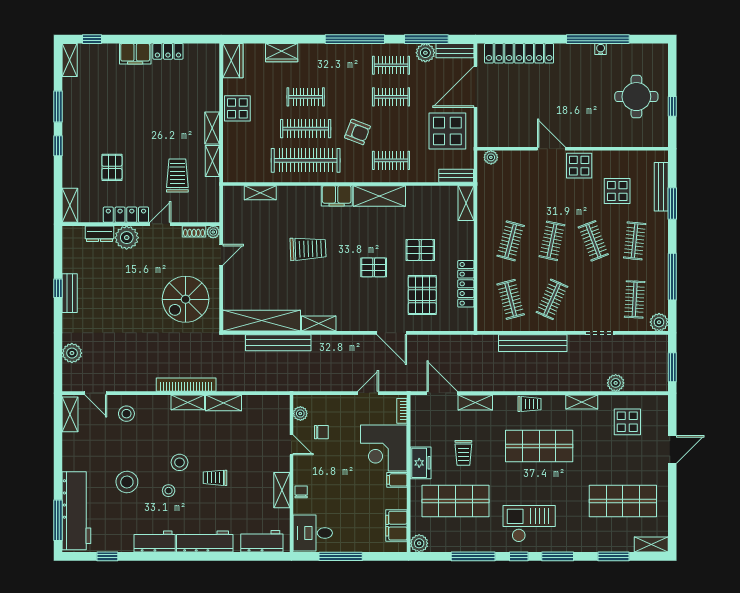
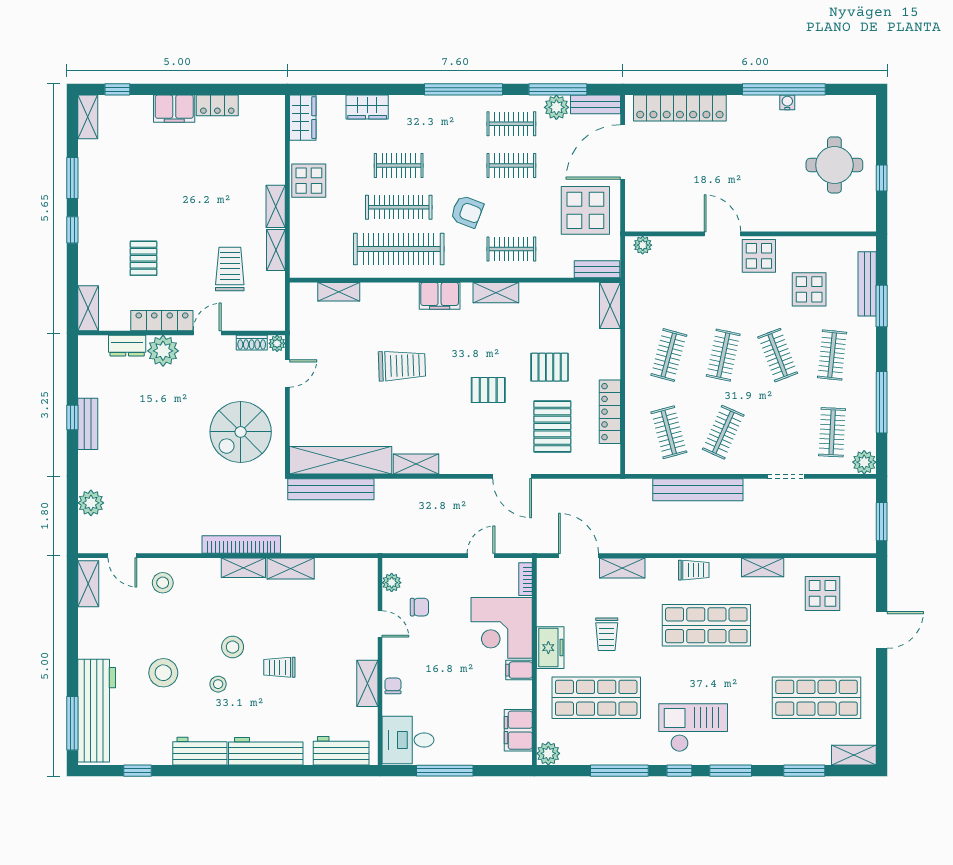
shelving: (379, 196) -> (496, 293), width x0.67, depth x0.75
bench: (278, 343) -> (331, 489), moved
plant: (616, 383) -> (807, 542), removed

